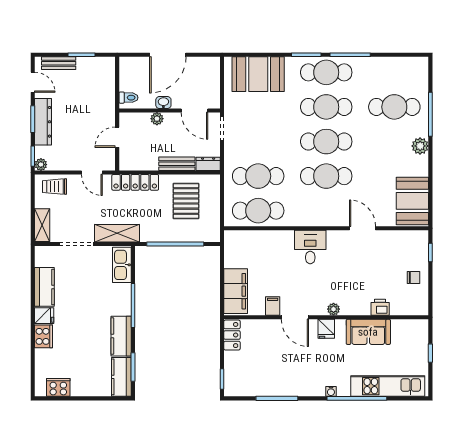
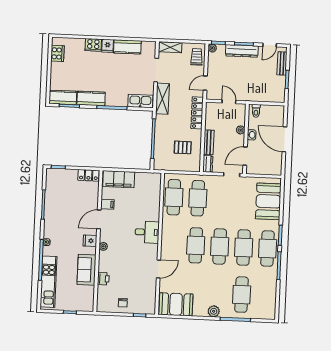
pallet: (186, 201) -> (183, 147), width x0.67, depth x0.71

